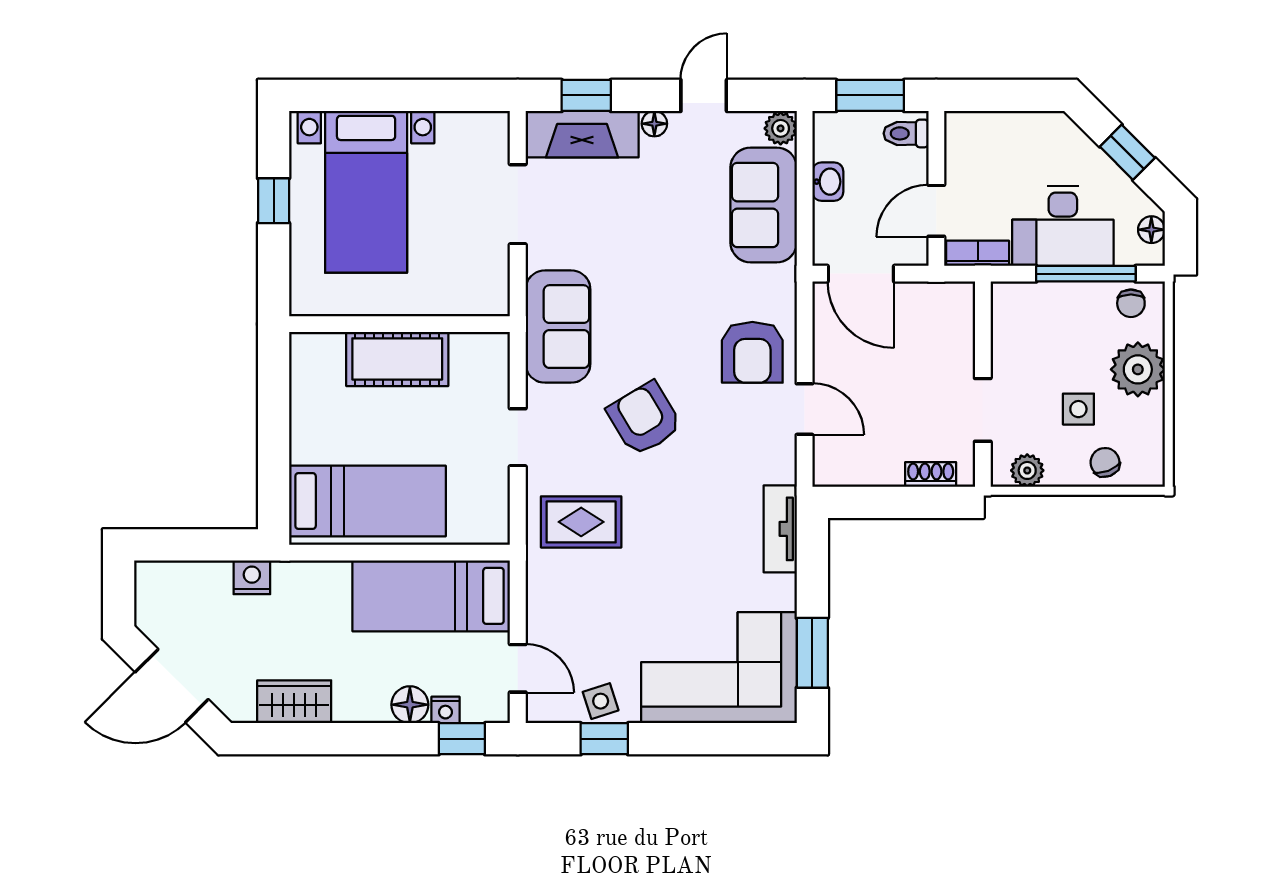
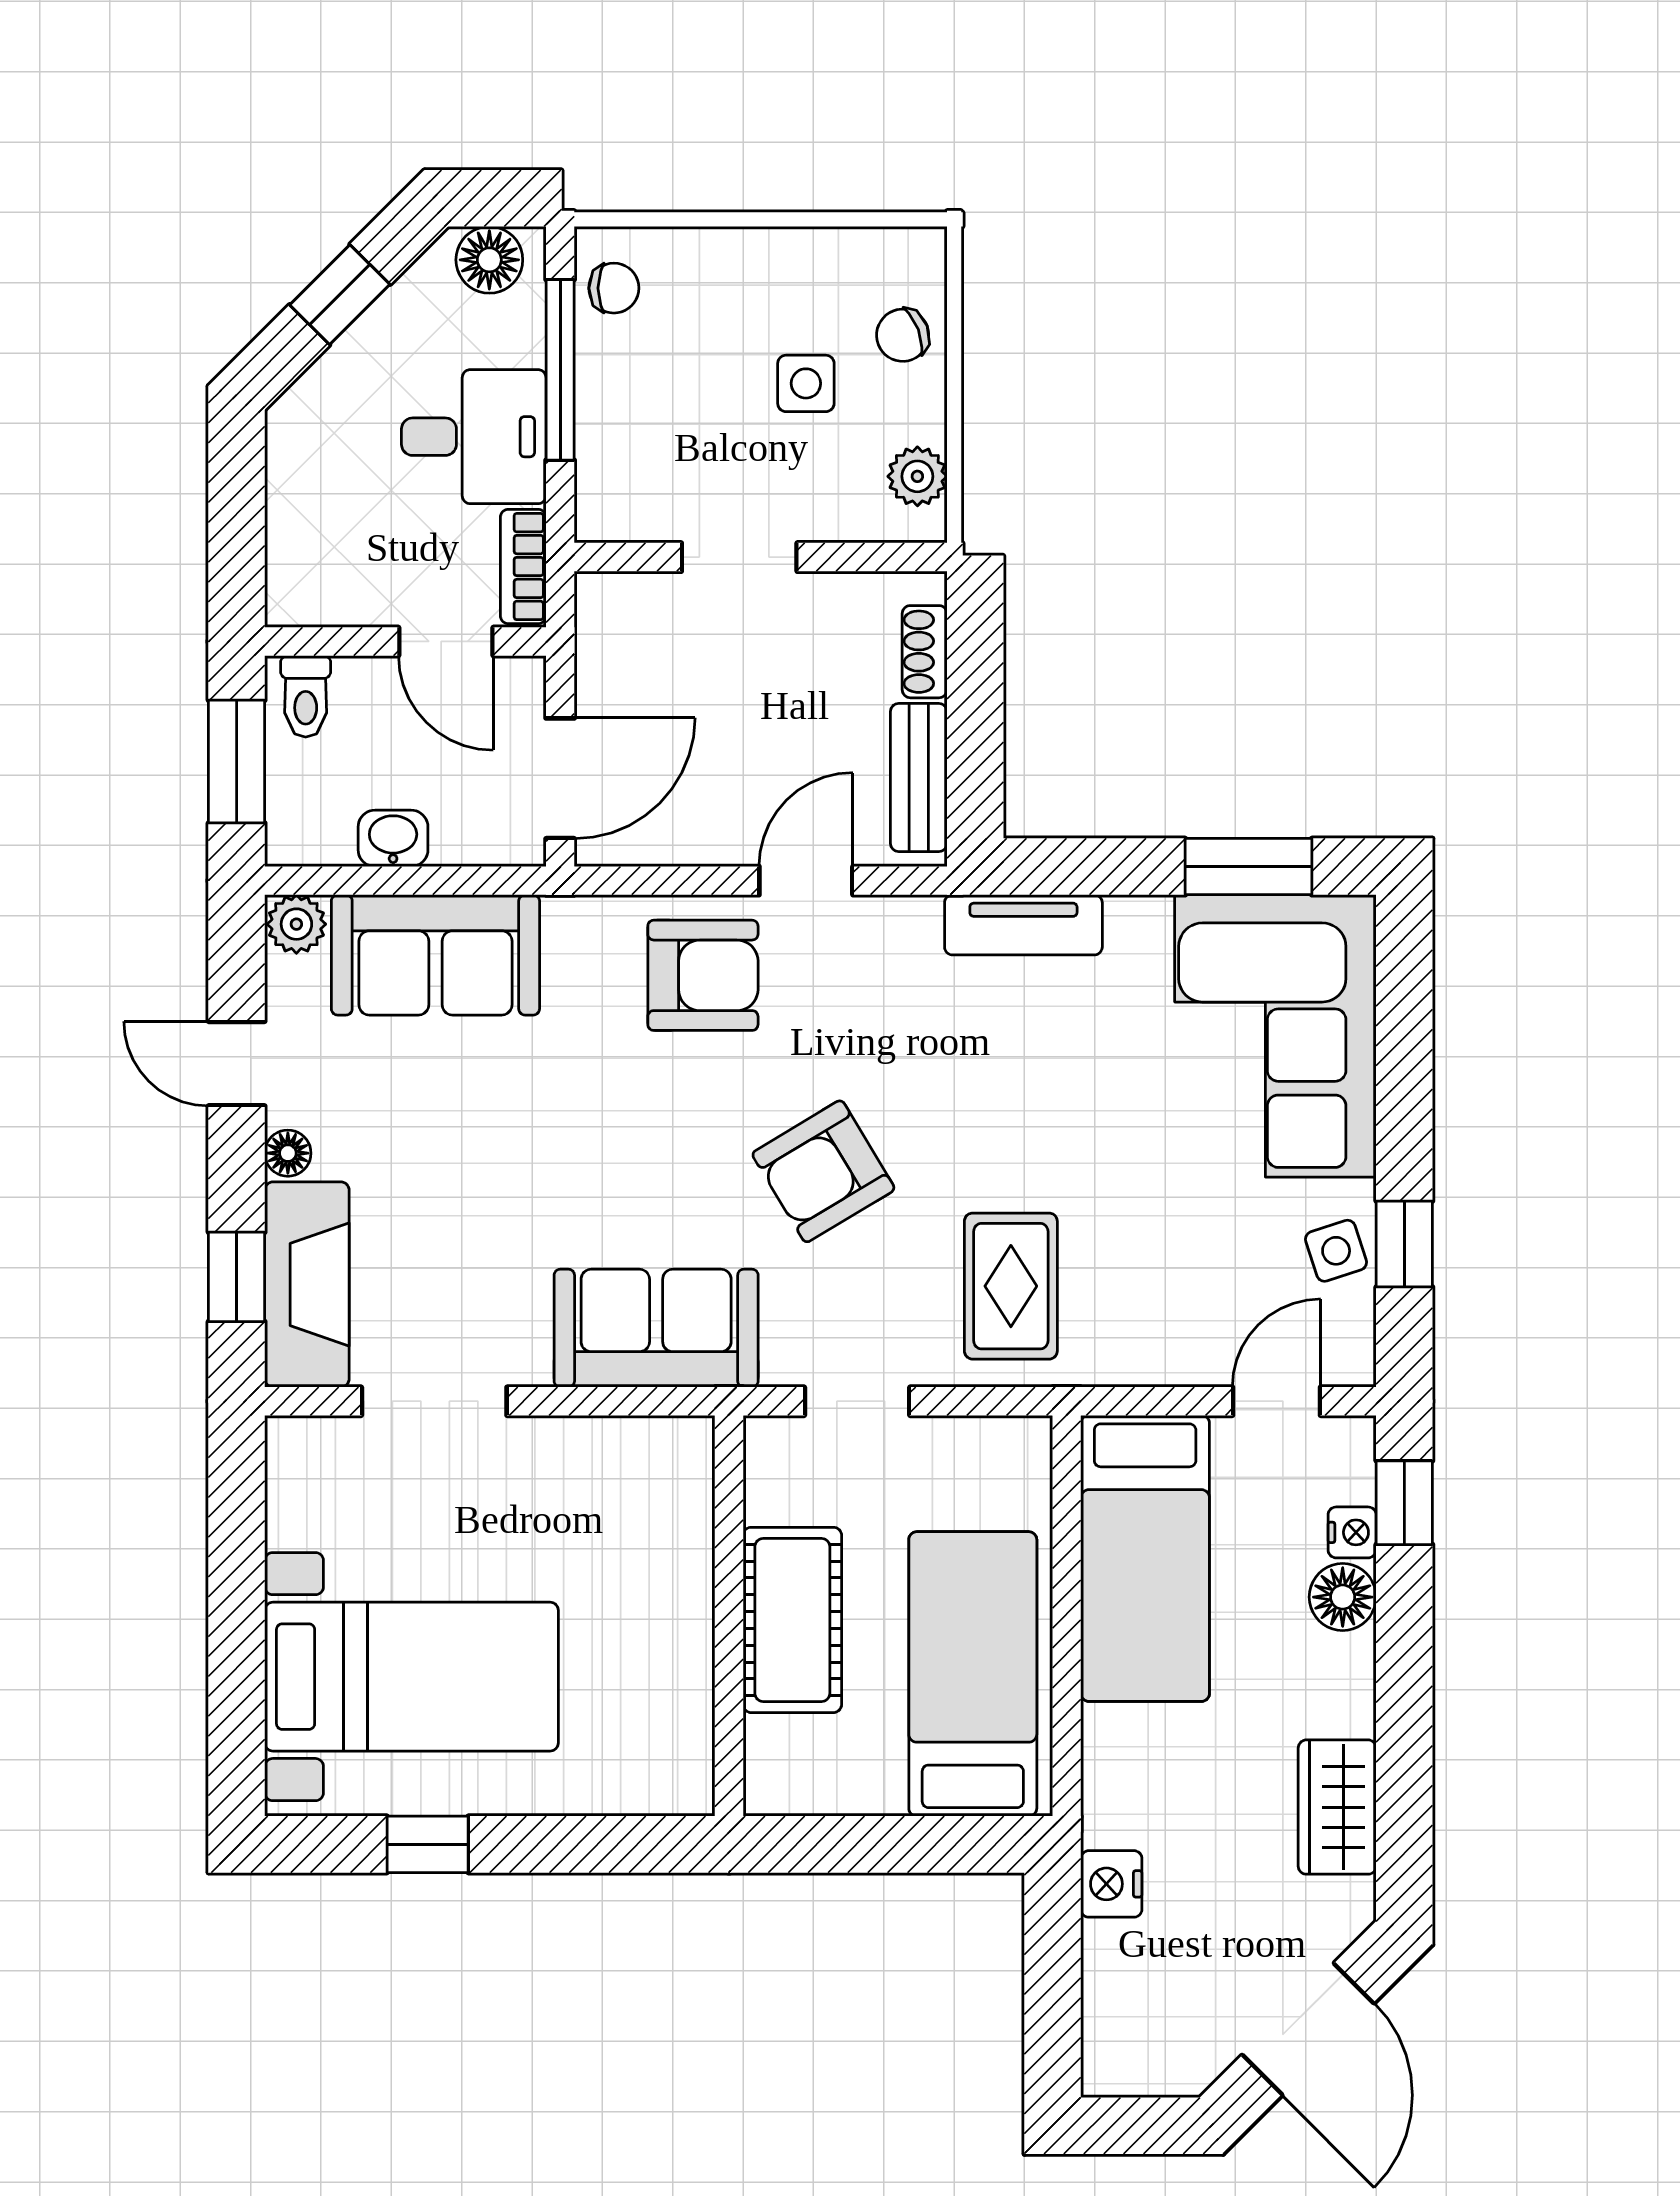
desk: (1063, 226) -> (474, 437), width x0.73
floor lamp: (1151, 230) -> (489, 260), width x1.37, depth x1.37
wall: (400, 324) -> (729, 1616), moved
cot: (397, 359) -> (792, 1620), moved
plant: (1138, 369) -> (734, 276), removed
doorway: (983, 410) -> (739, 557), moved
bench: (861, 471) -> (919, 777), added

